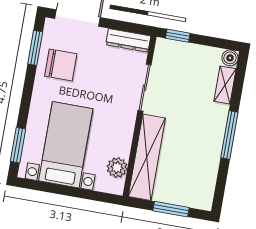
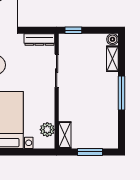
shelving: (147, 157) -> (65, 135), width x0.45, depth x0.75

